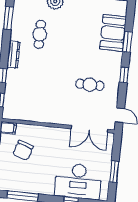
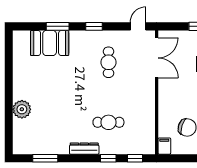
cafe table: (40, 34) -> (108, 122), moved

